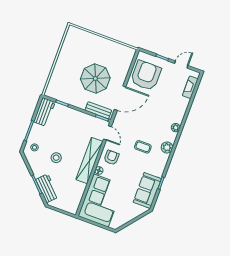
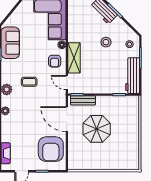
door: (120, 98) -> (67, 119), hinge flipped
workbench: (44, 112) -> (133, 76), width x1.38
shelving: (89, 161) -> (74, 58), width x0.68

